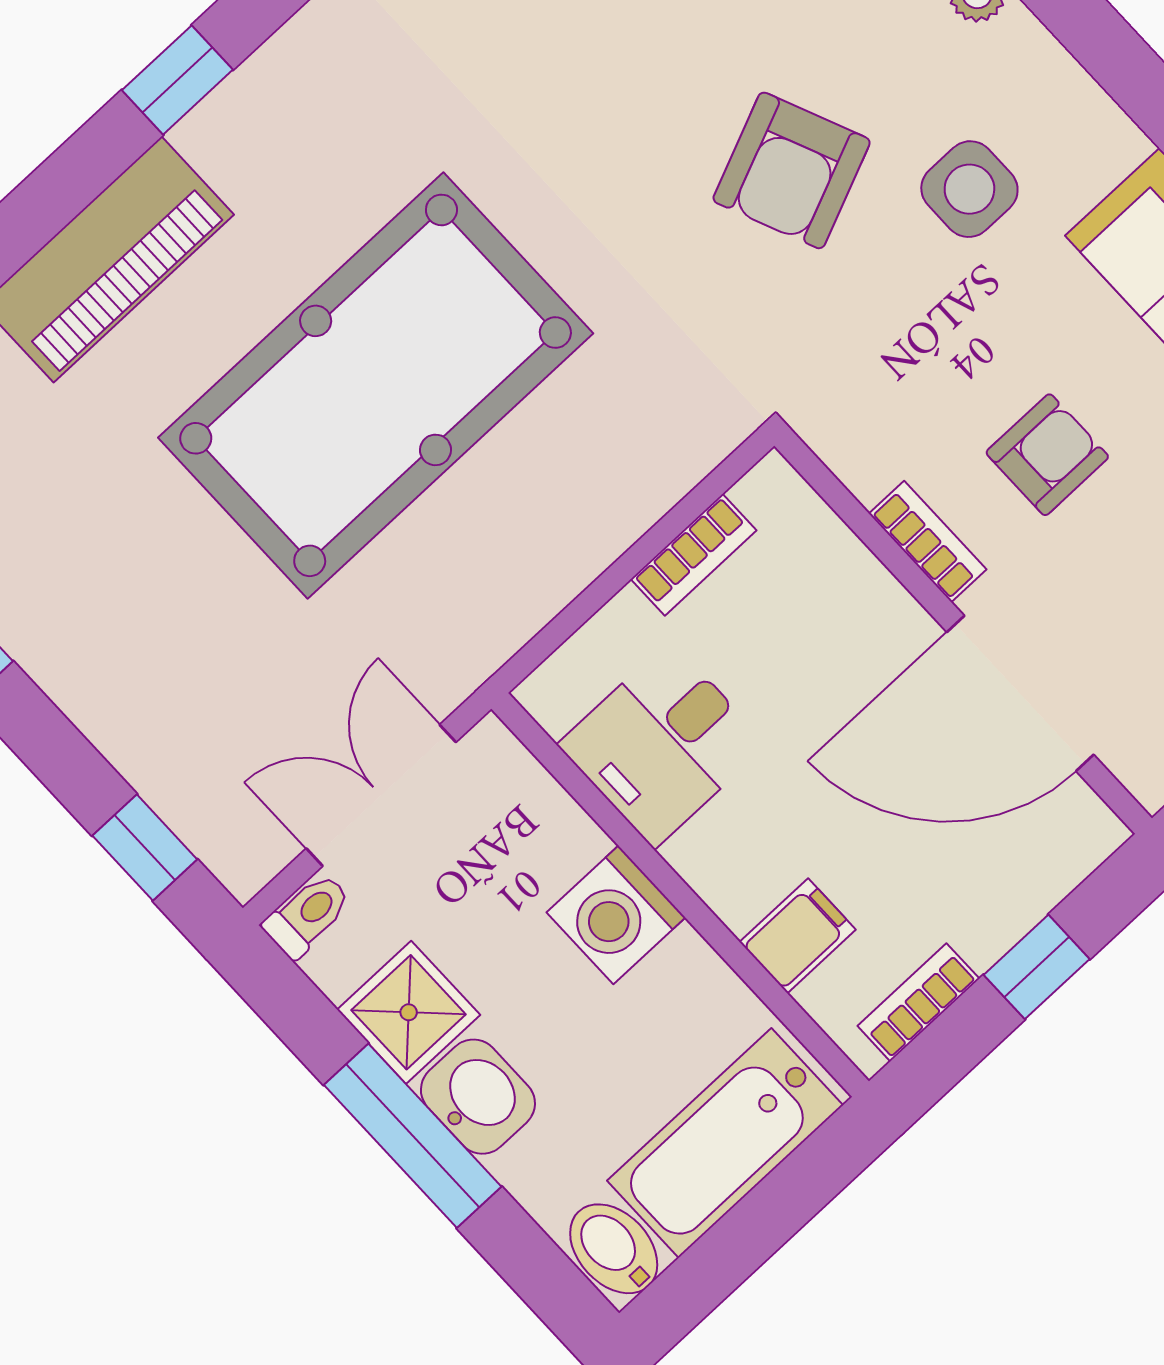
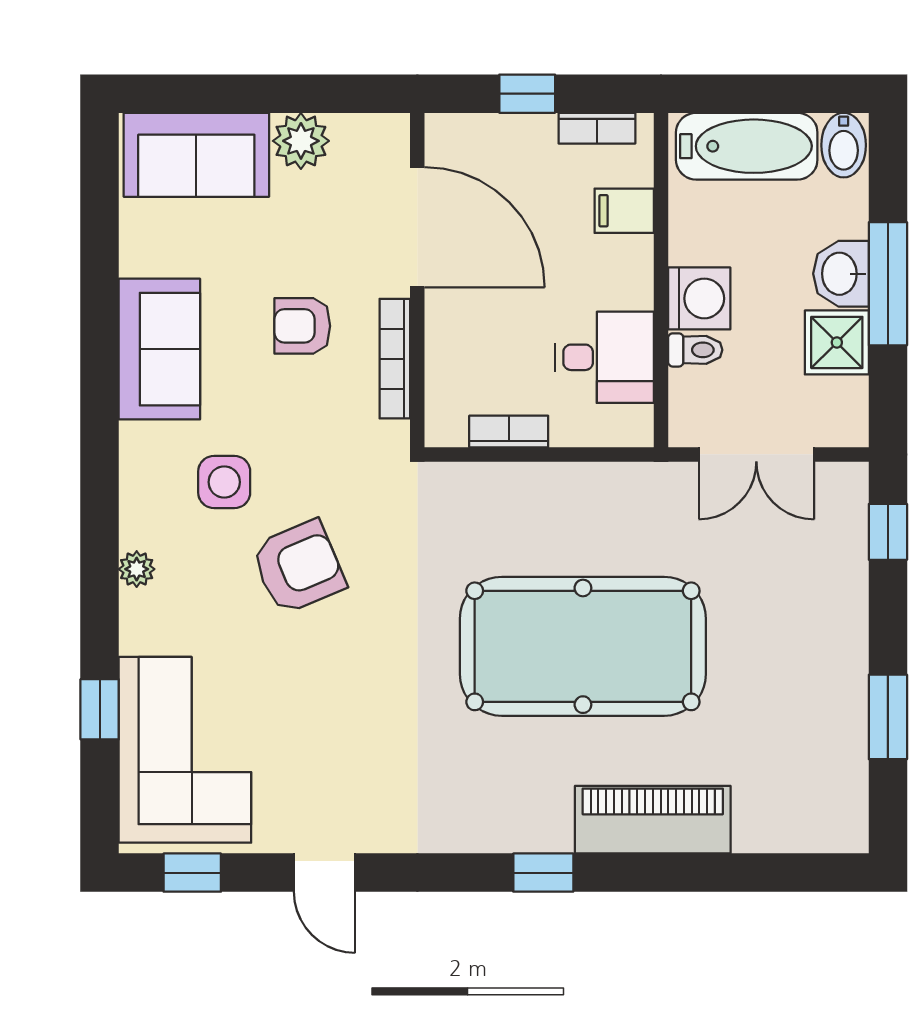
bookcase: (928, 541) -> (395, 359), width x1.56
toilet: (308, 915) -> (695, 350), moved, turned 180

